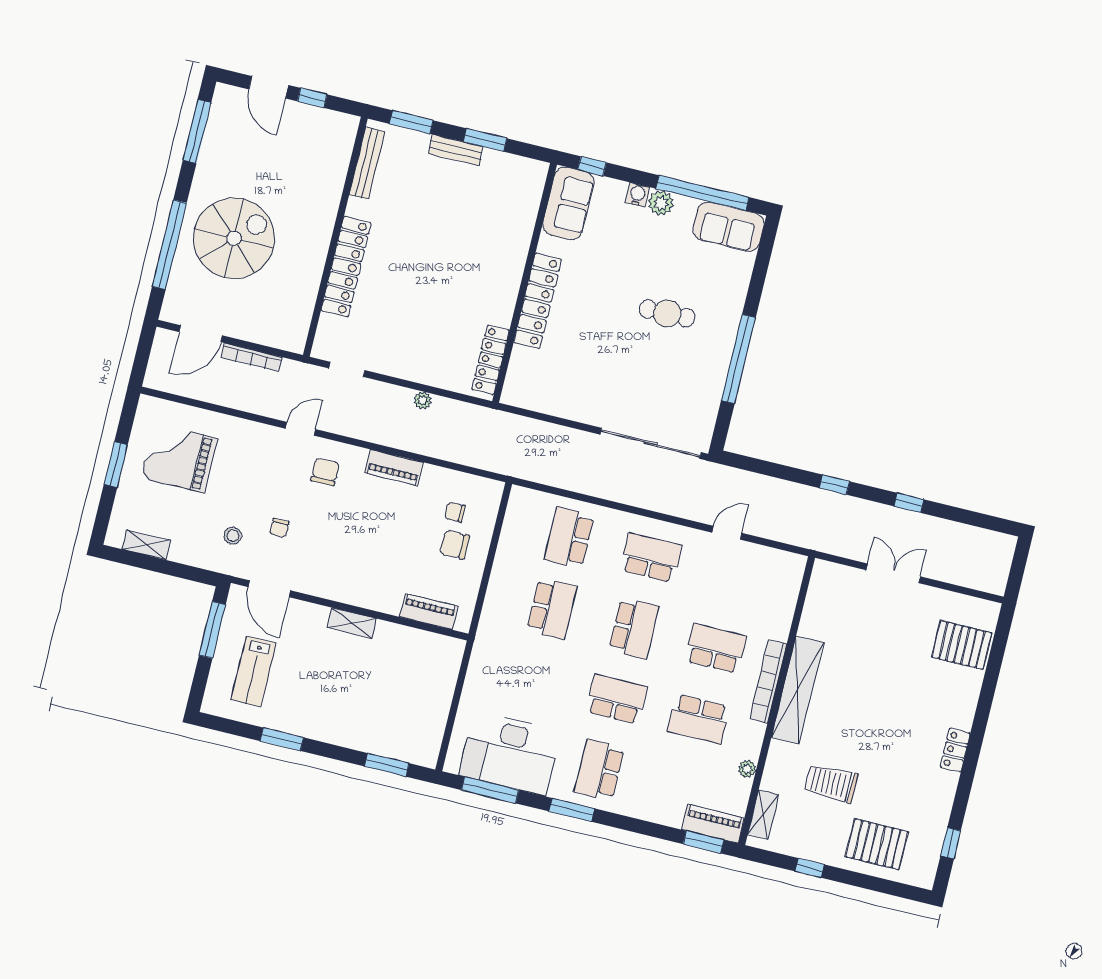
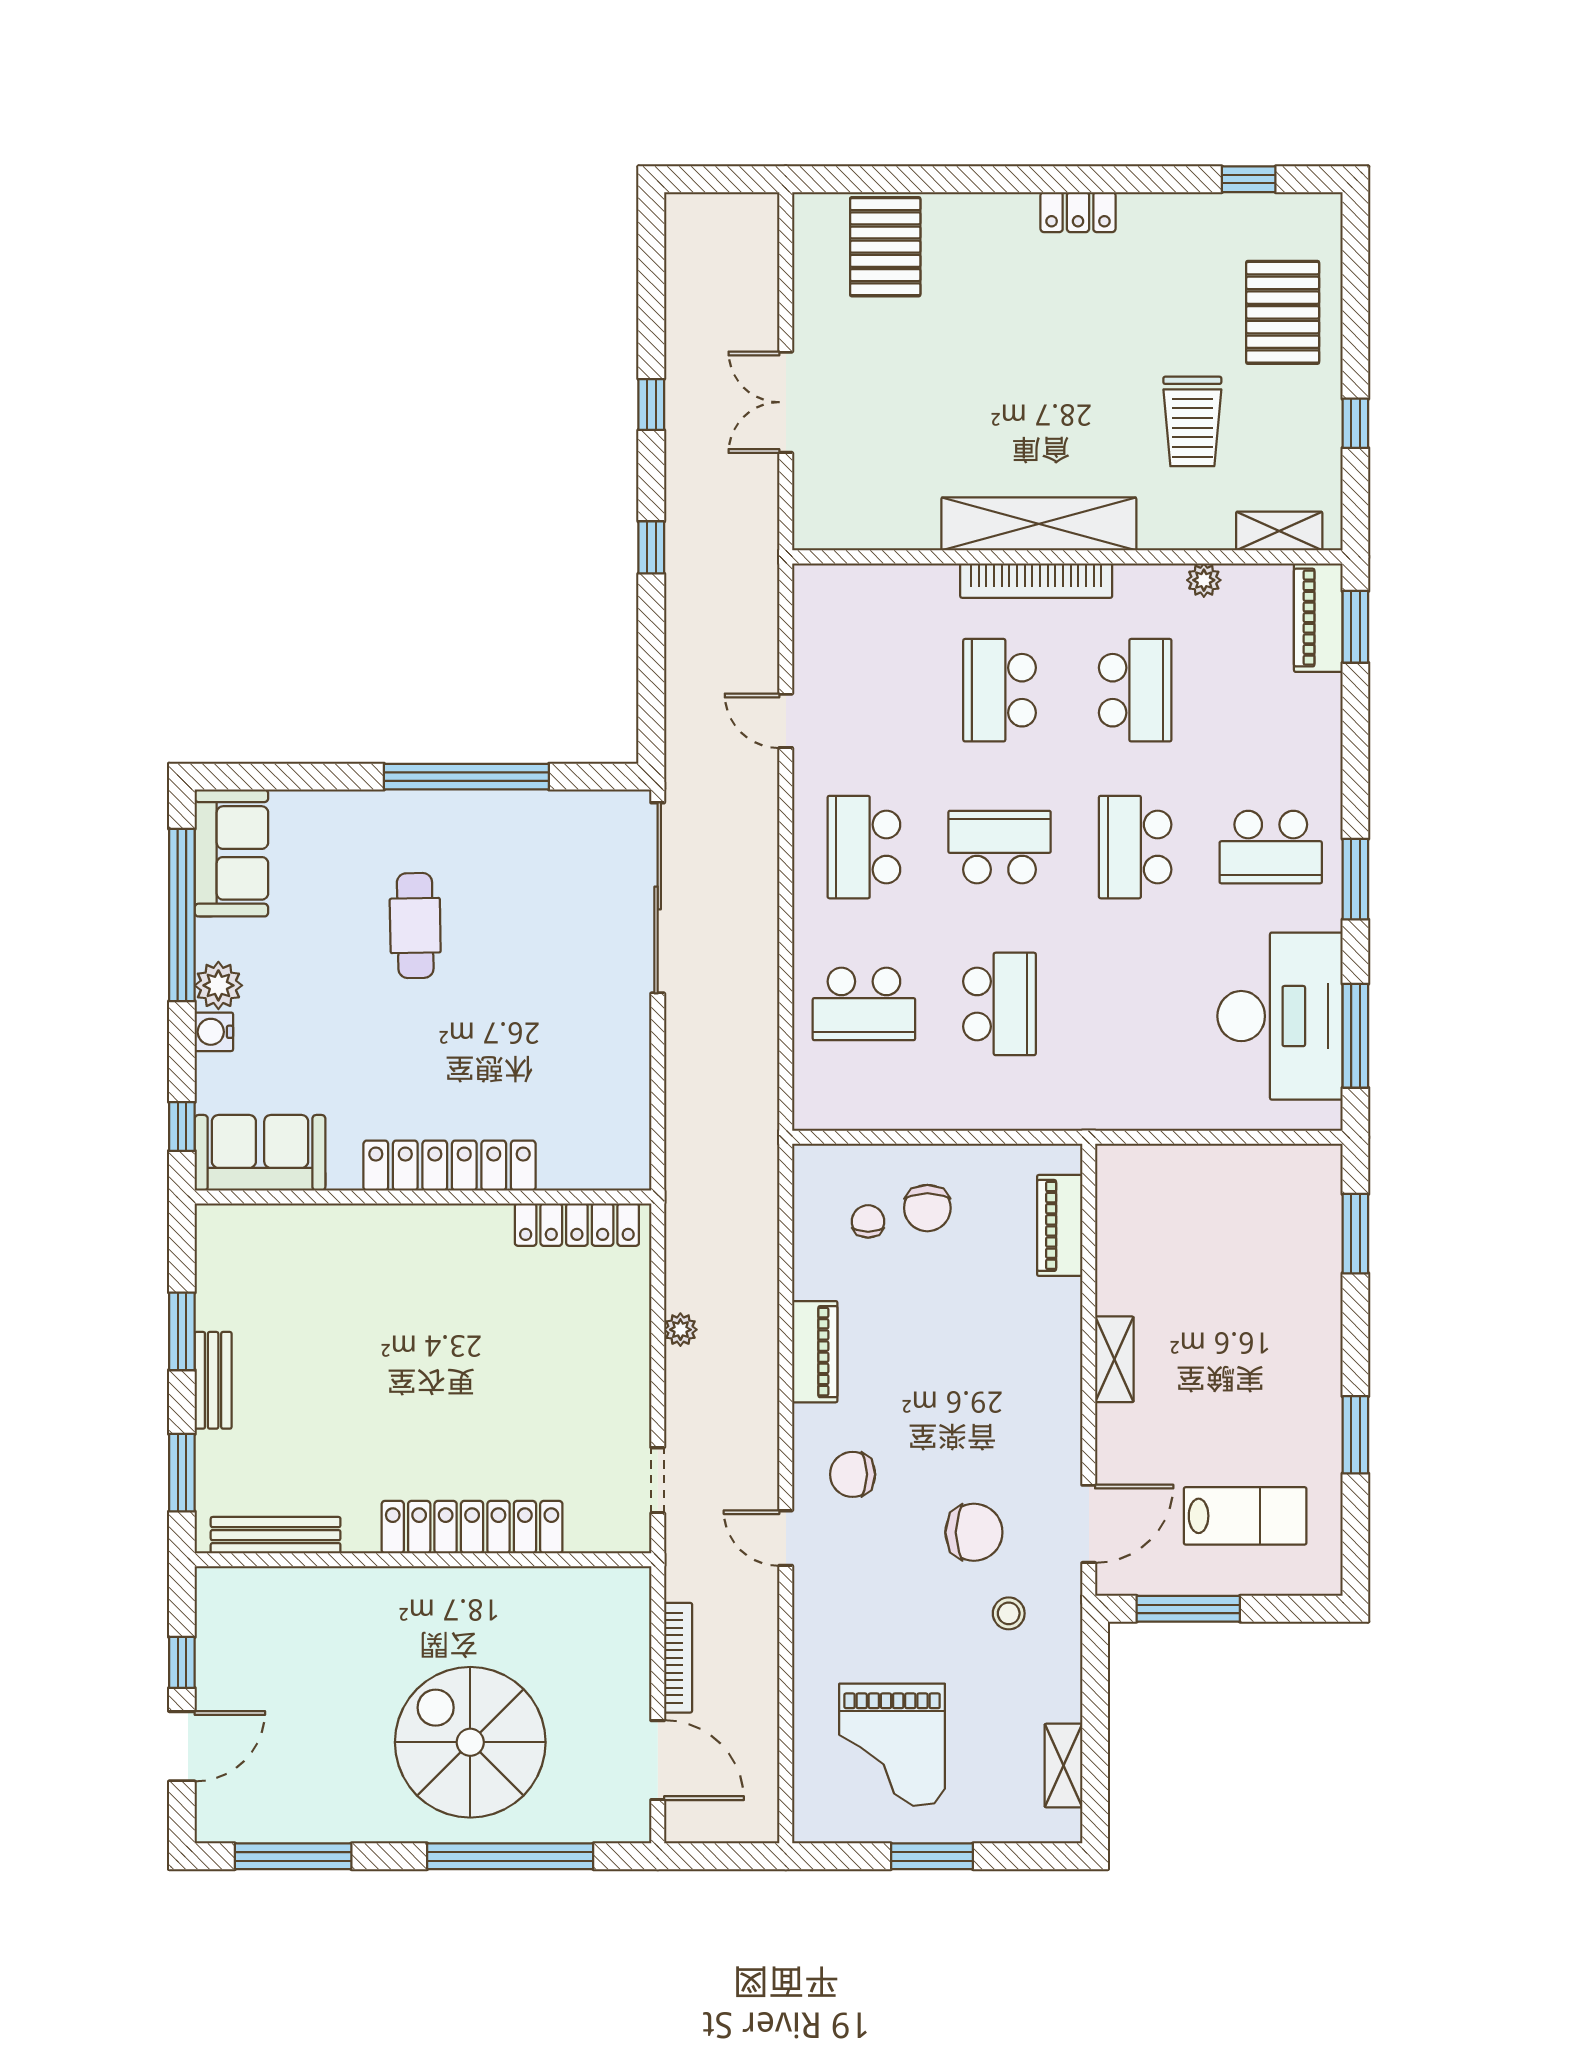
chair: (455, 512) -> (868, 1221), turned 180
chair: (279, 528) -> (974, 1532), width x1.87, depth x1.87
school desk: (552, 608) -> (1000, 1004), turned 90

